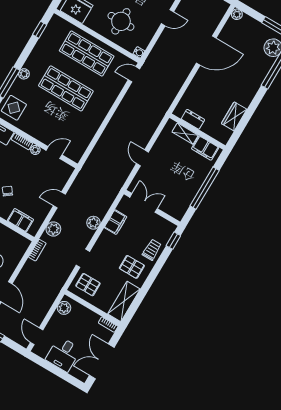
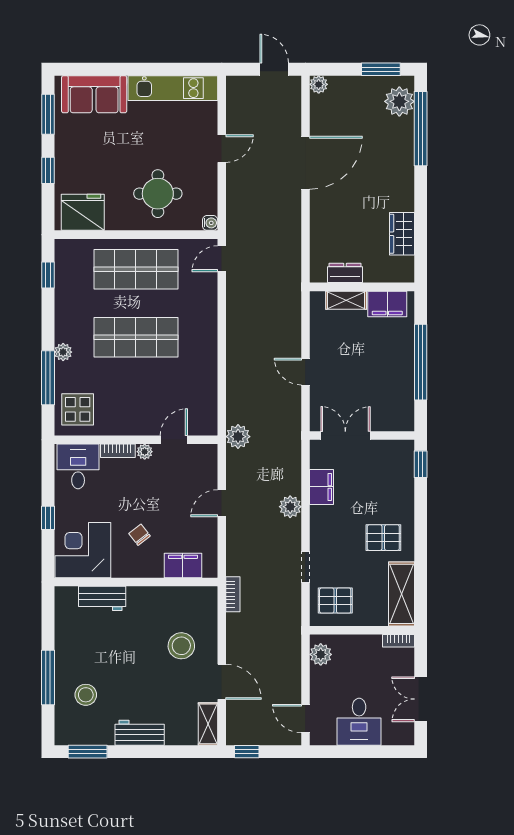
plant: (53, 229) -> (238, 437), moved
trolley: (152, 250) -> (397, 496), removed
double door: (102, 361) -> (421, 699), width x0.73

